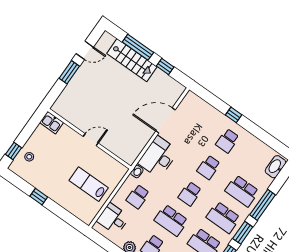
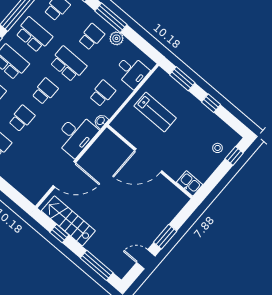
window: (138, 47) -> (97, 265), moved
stairs: (132, 60) -> (68, 221), moved
door: (91, 140) -> (148, 161), width x1.87
window: (67, 216) -> (182, 79), added

